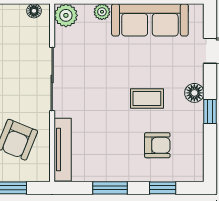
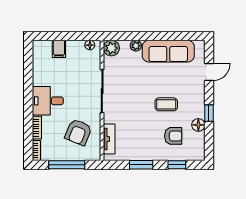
floor lamp: (194, 93) -> (198, 125), moved
tv unit: (63, 150) -> (109, 139), width x0.71

